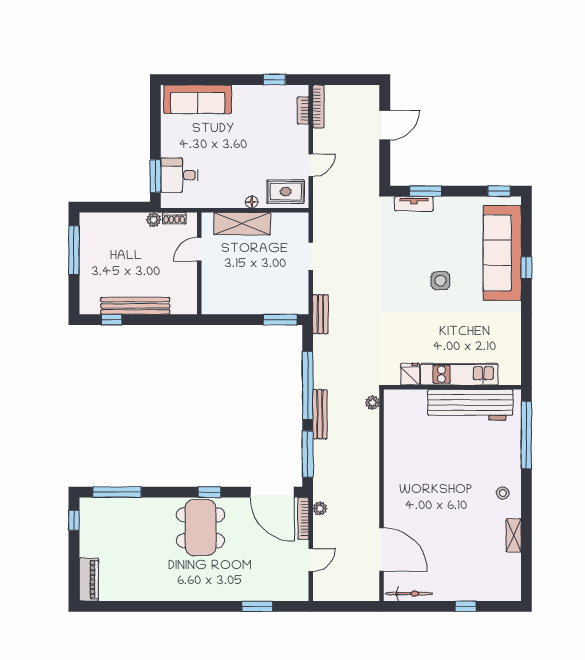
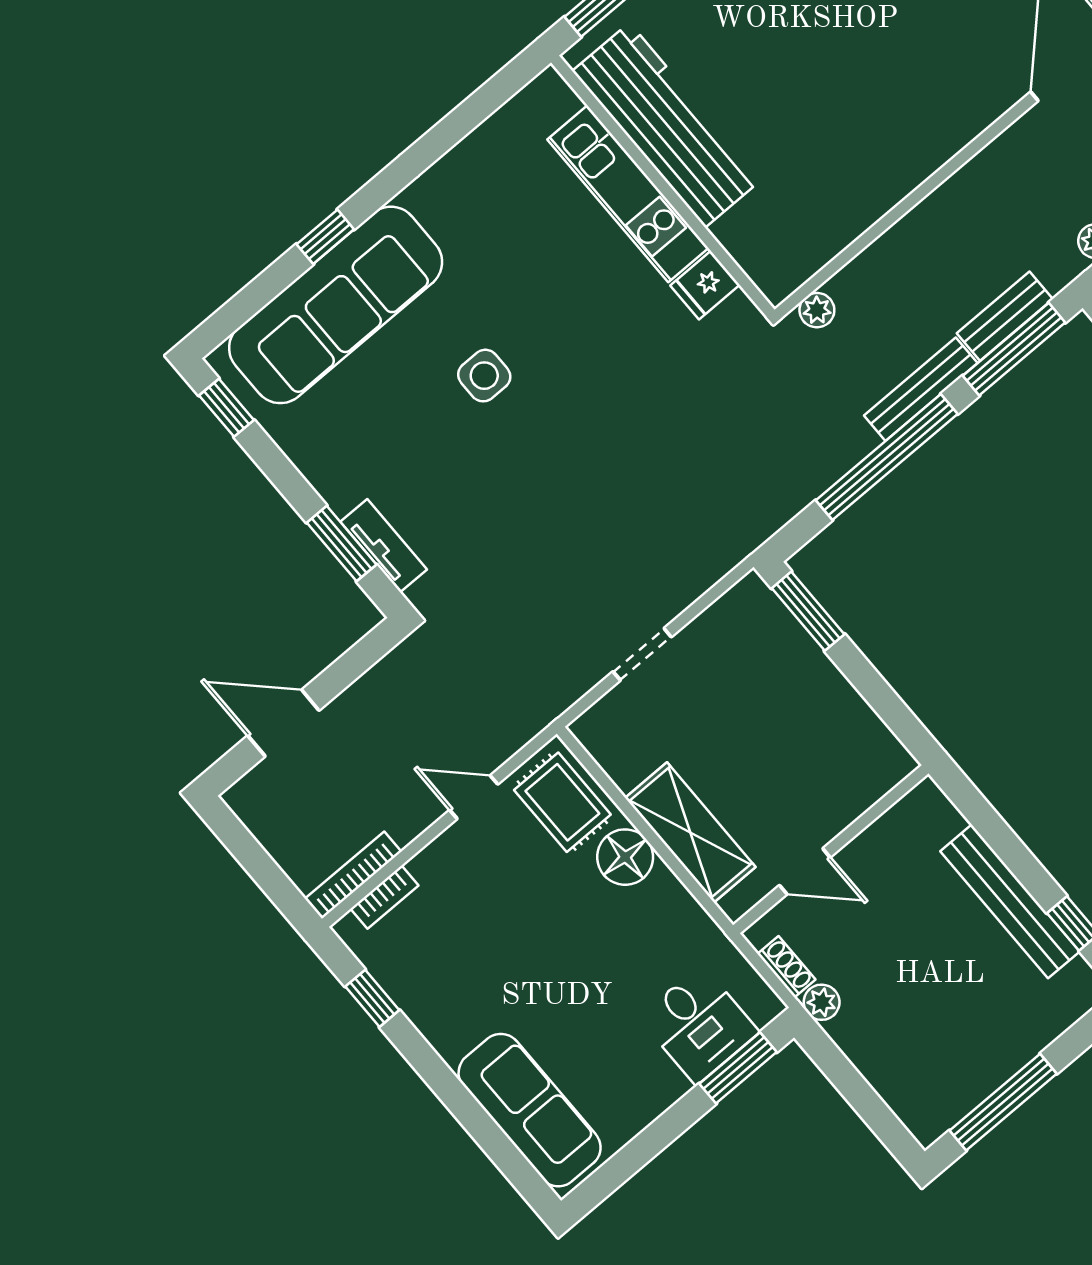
floor lamp: (252, 202) -> (625, 857), width x1.89, depth x1.89
bench: (320, 314) -> (1005, 316), moved

